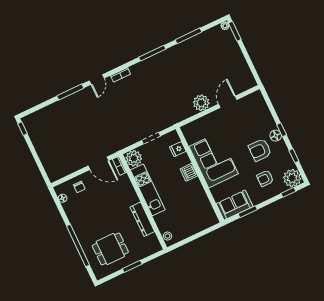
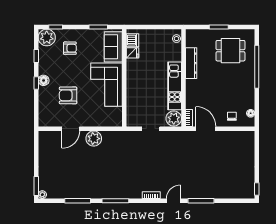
fridge: (178, 149) -> (132, 53), moved
armchair: (260, 150) -> (68, 95), moved, turned 180
dishwasher: (189, 172) -> (132, 40), moved
sofa: (235, 205) -> (113, 47), moved, turned 90

